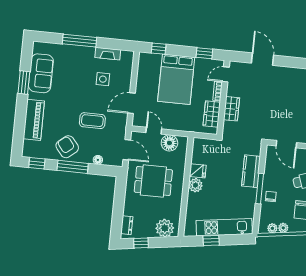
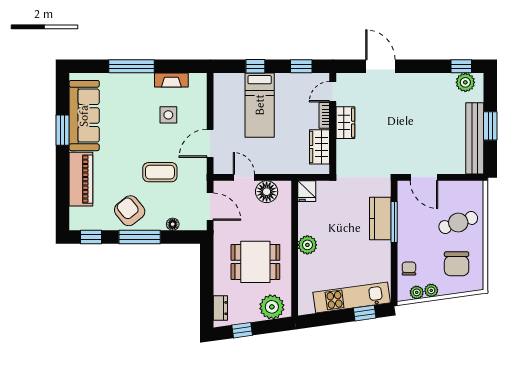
window: (159, 49) -> (255, 66), moved
sofa: (41, 73) -> (84, 116), width x1.36
bed: (176, 79) -> (260, 105), width x0.67
wardrobe: (232, 109) -> (345, 123), moved
fridge: (198, 171) -> (307, 191), moved, turned 90
dining table: (153, 181) -> (255, 262), moved
window: (260, 189) -> (394, 222), moved
chair: (271, 197) -> (409, 269), moved
window: (211, 240) -> (365, 313), moved

